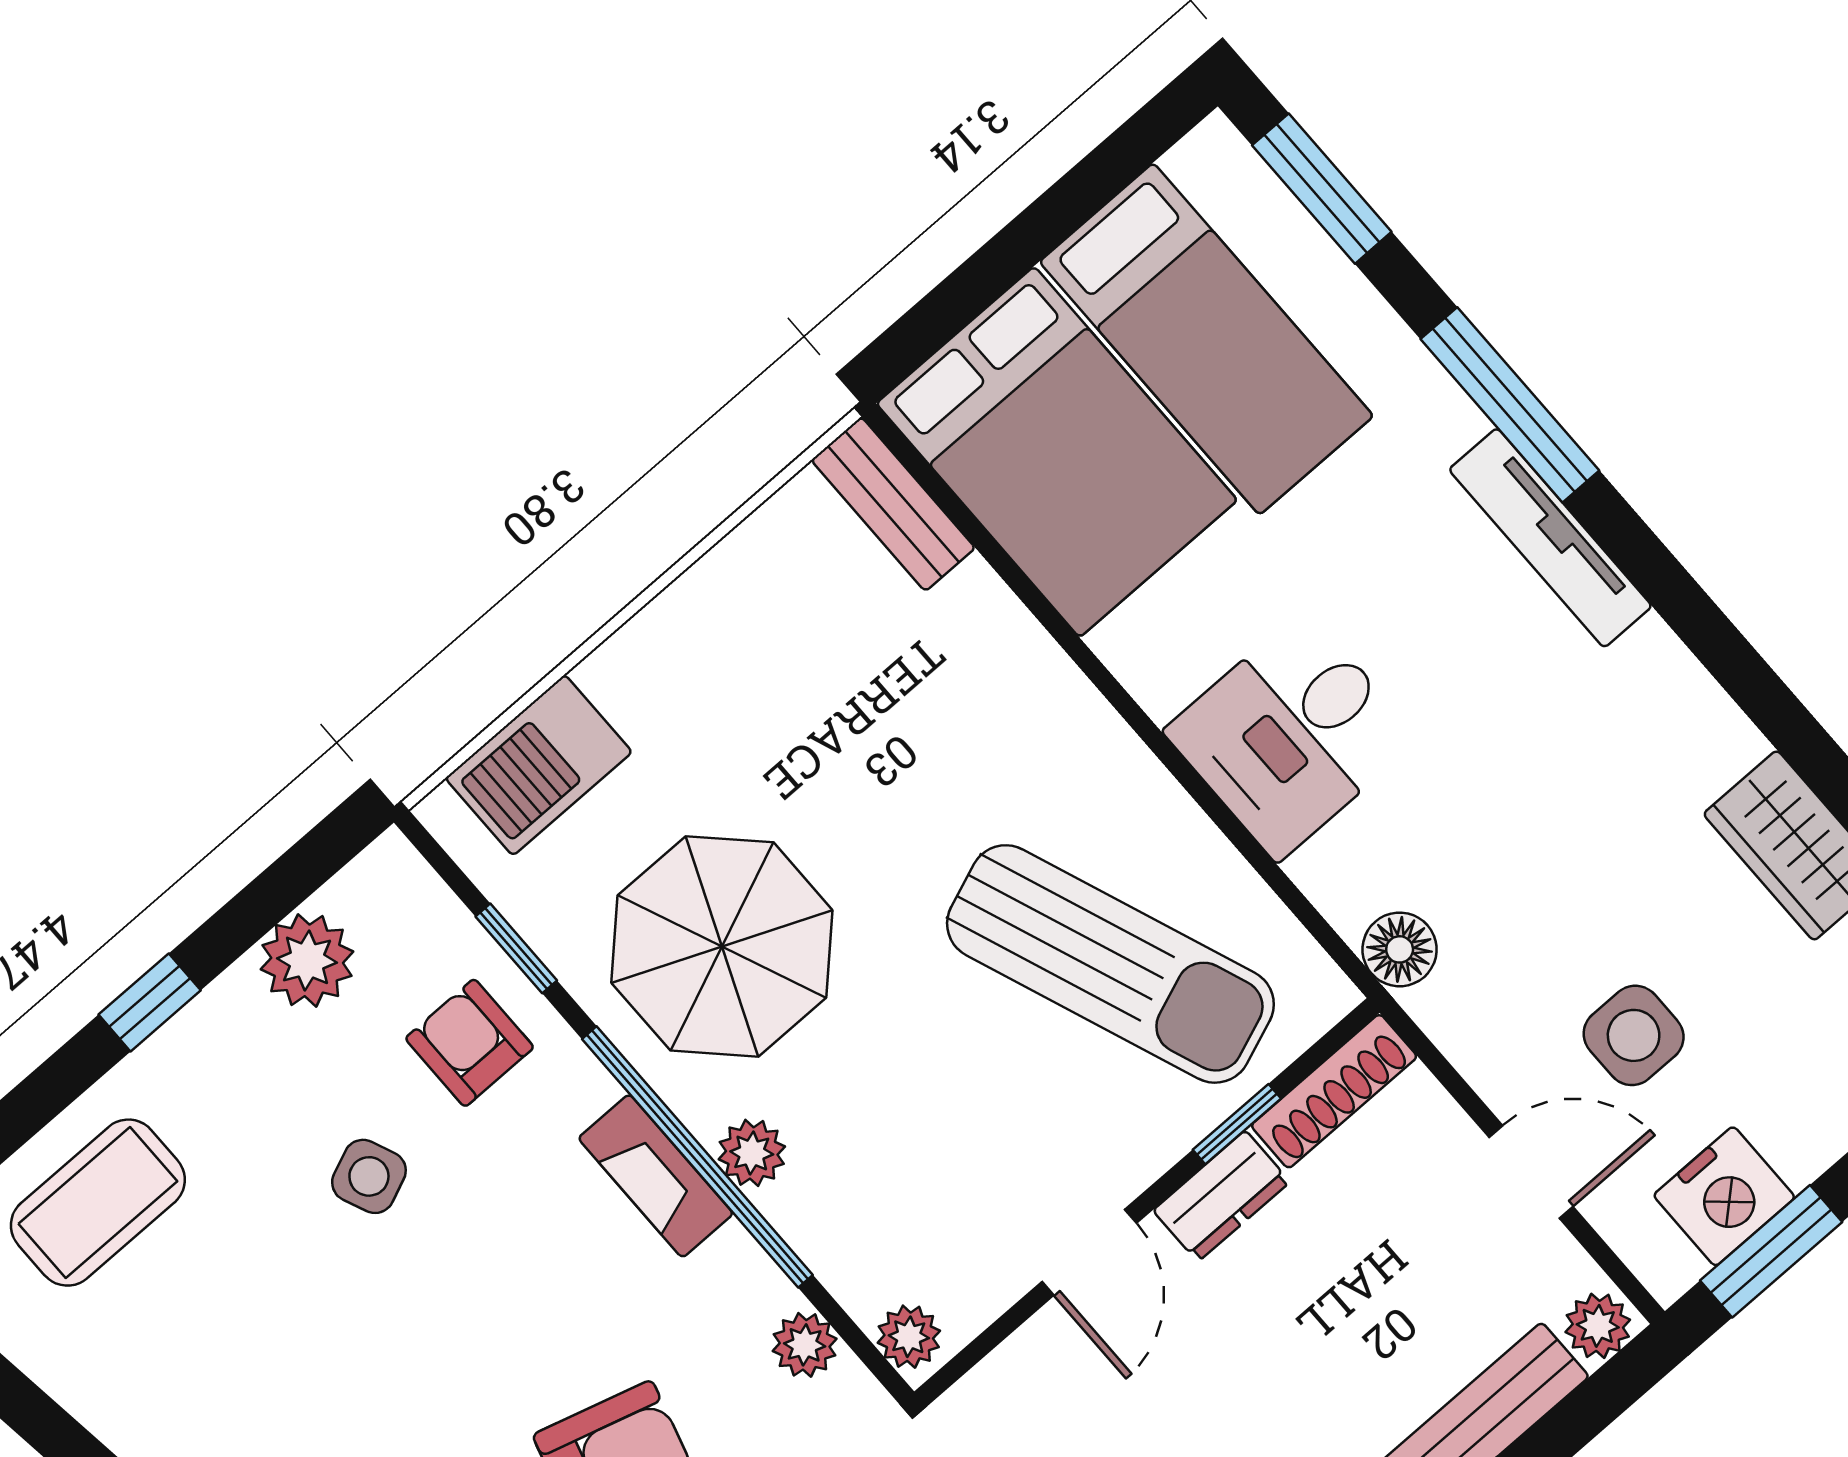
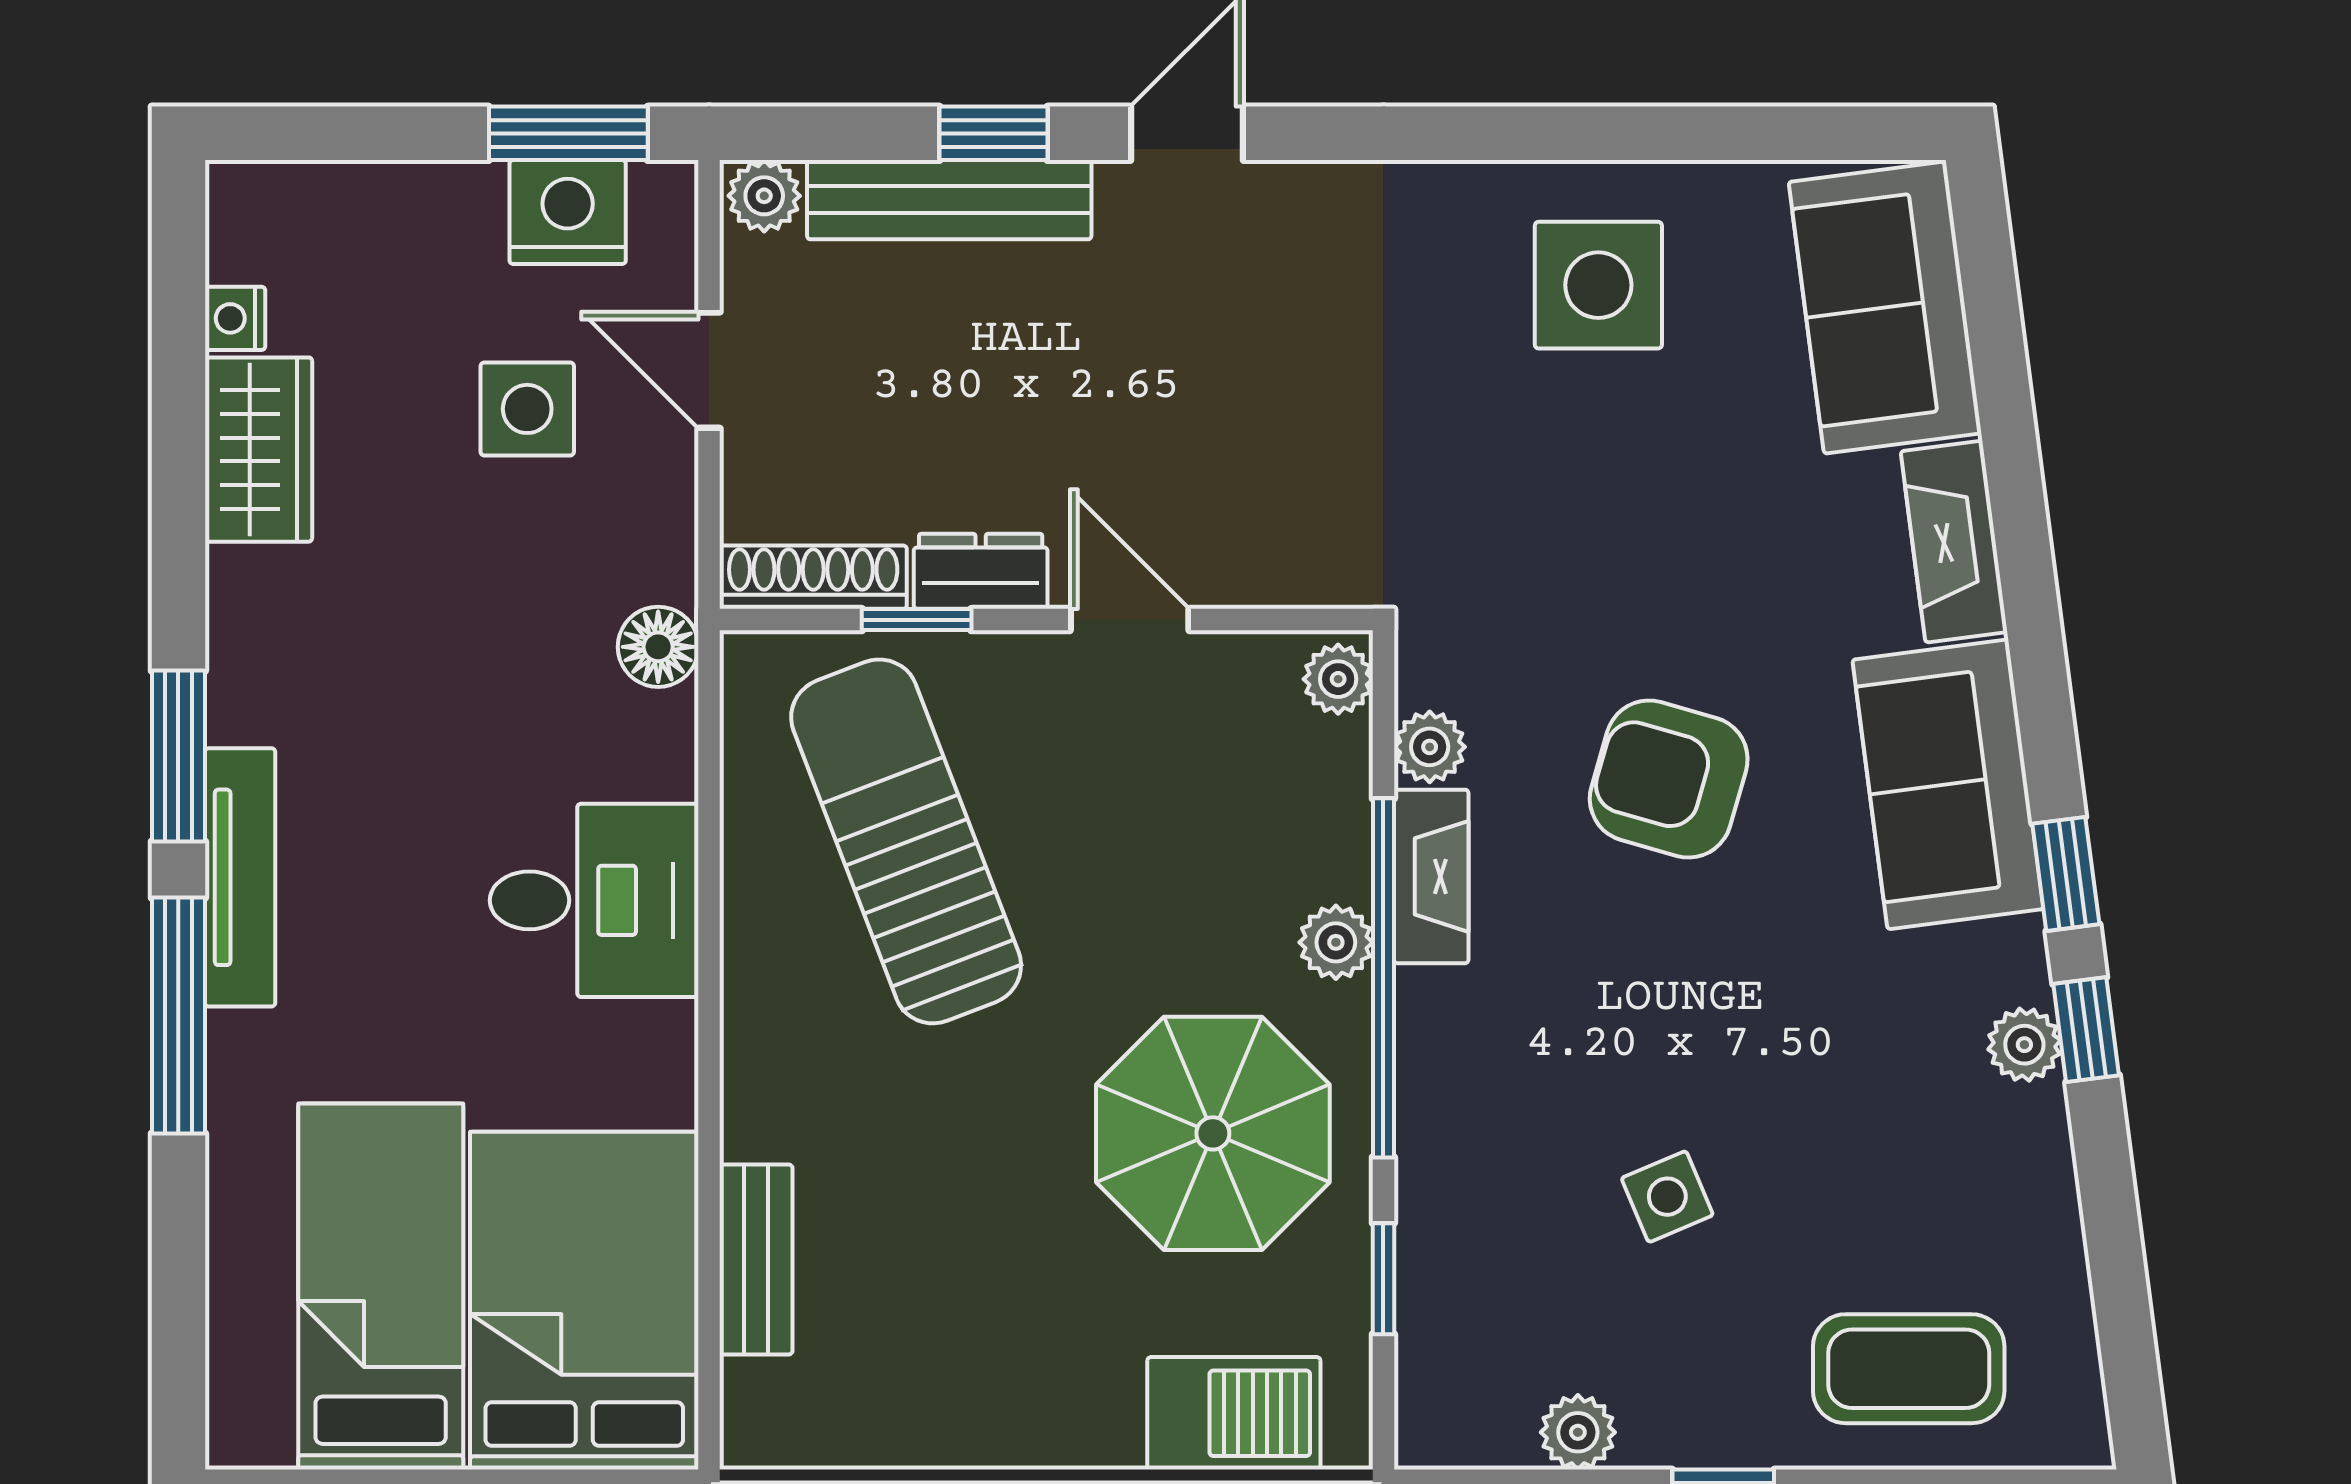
window: (1322, 189) -> (178, 756), moved
bench: (893, 504) -> (756, 1259), moved
plant: (307, 960) -> (1578, 1432), width x0.73, depth x0.73
armchair: (470, 1043) -> (1489, 1234), removed
fireplace: (656, 1176) -> (1431, 876), moved
door: (1089, 1252) -> (1130, 620), hinge flipped

